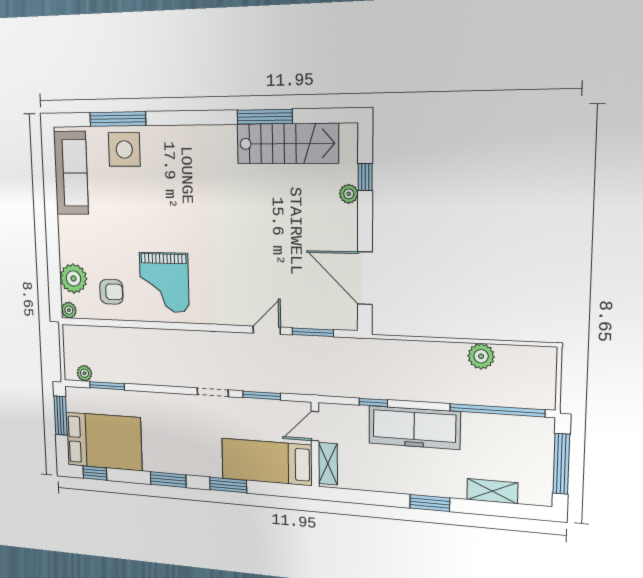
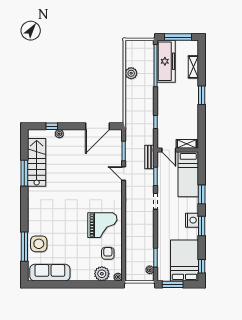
bench: (300, 385) -> (149, 157), added
freezer: (414, 428) -> (166, 61), moved
nightstand: (179, 462) -> (192, 220), added

